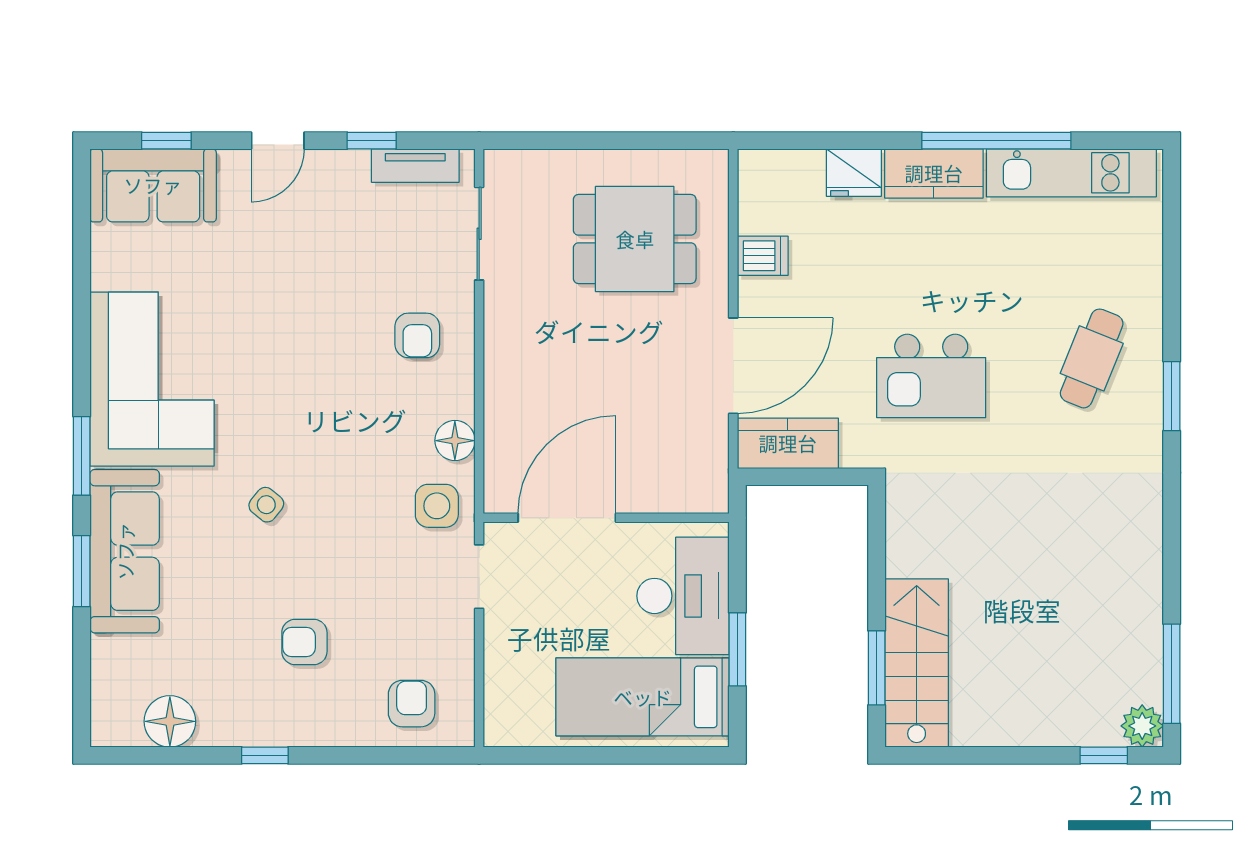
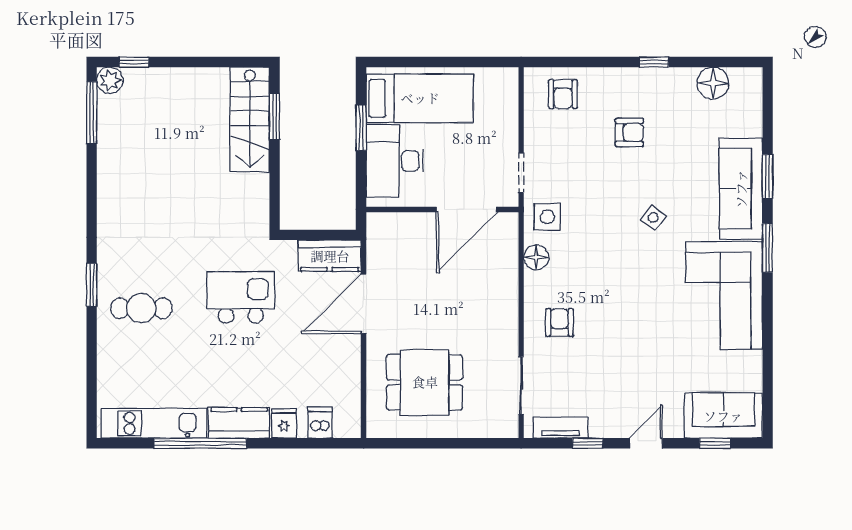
fridge: (854, 173) -> (284, 423), width x0.72
dishwasher: (763, 256) -> (320, 422), moved, turned 90
cafe table: (1092, 358) -> (141, 308), turned 68

